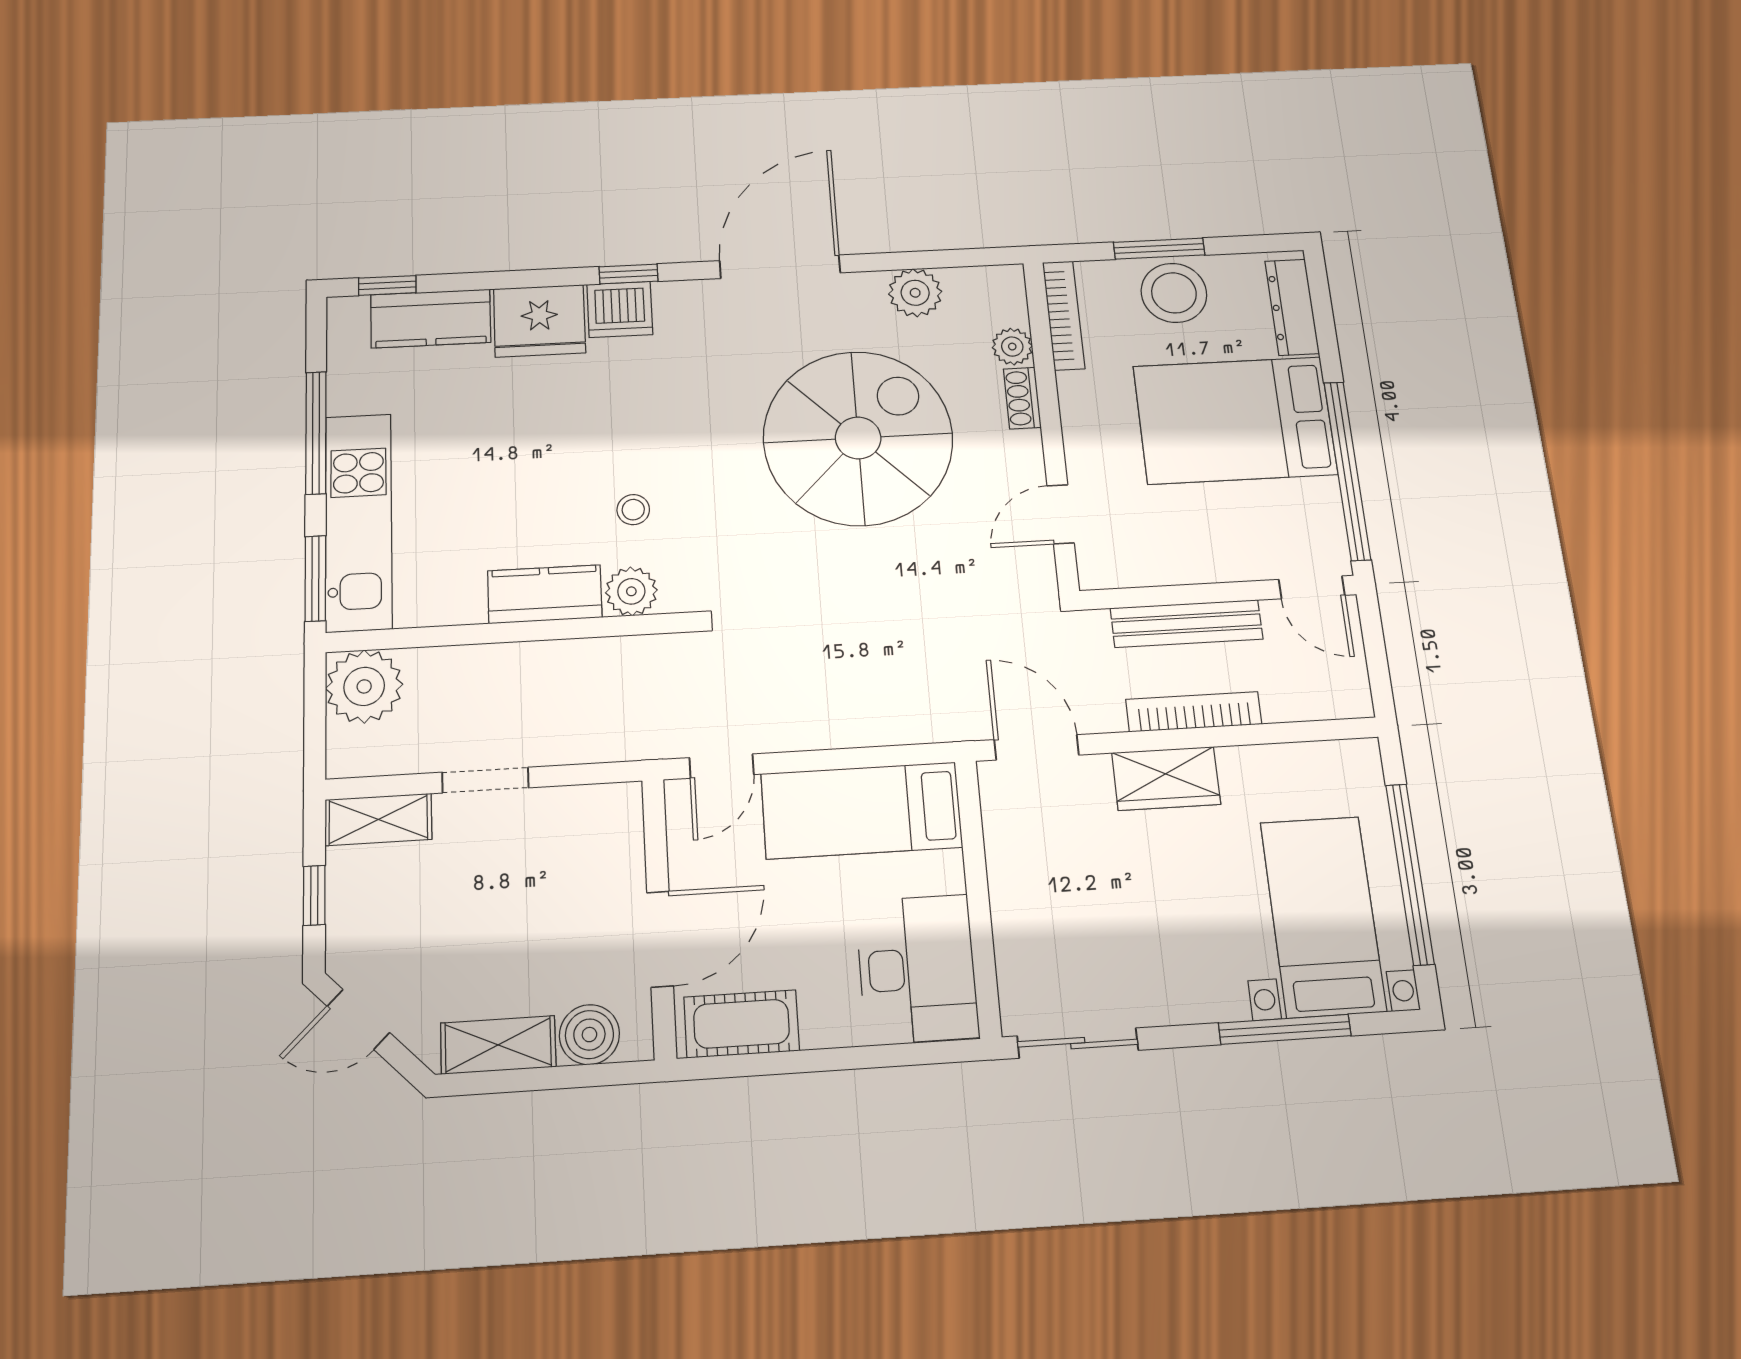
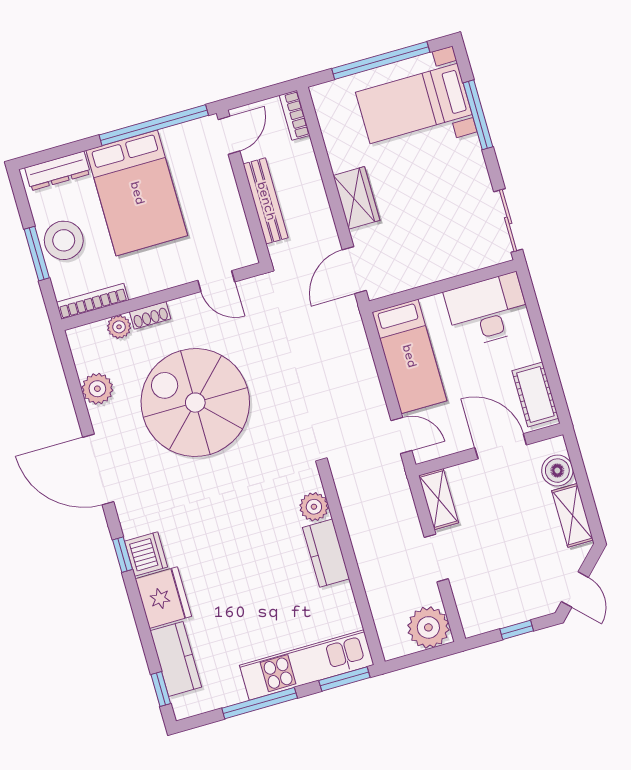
stool: (633, 510) -> (266, 517), removed
plant: (364, 686) -> (428, 627), moved
bookcase: (1194, 712) -> (295, 115), moved, width x0.64
shelving: (378, 819) -> (439, 499), moved

